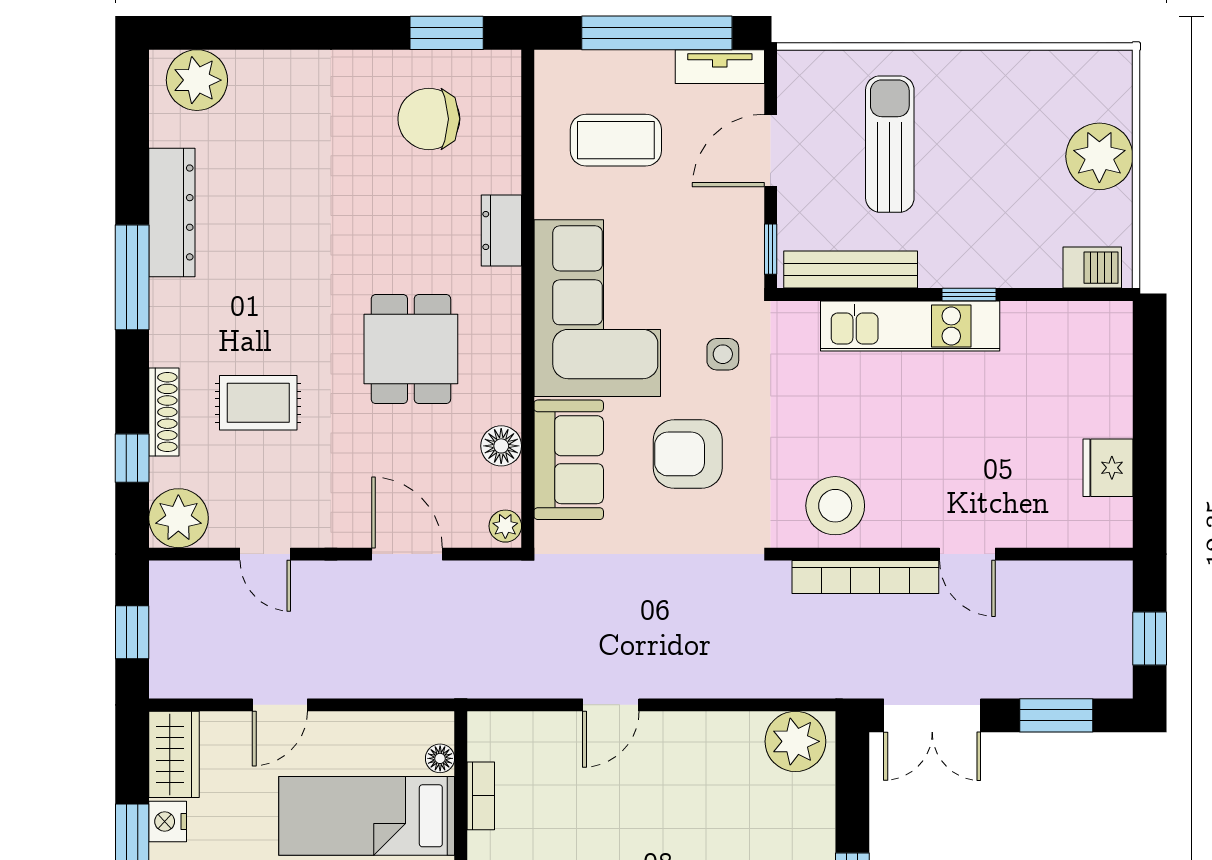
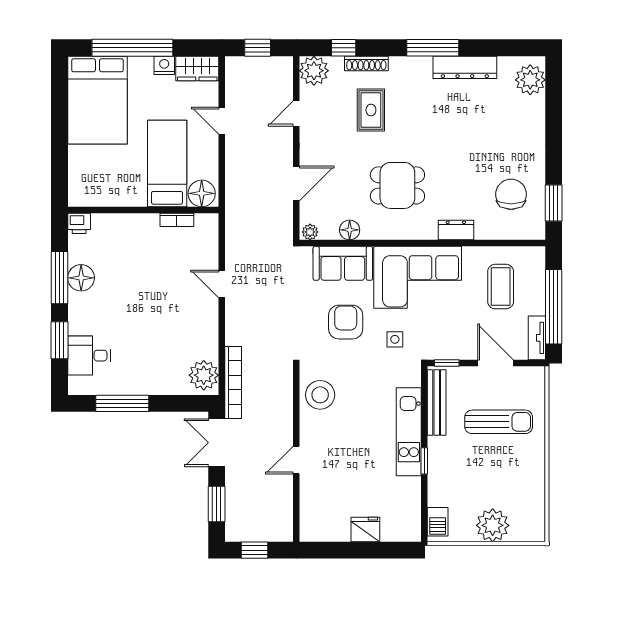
fridge: (1108, 468) -> (365, 529), moved
bookcase: (865, 577) -> (233, 382), moved, turned 180
floor lamp: (440, 758) -> (202, 193), width x1.89, depth x1.89

